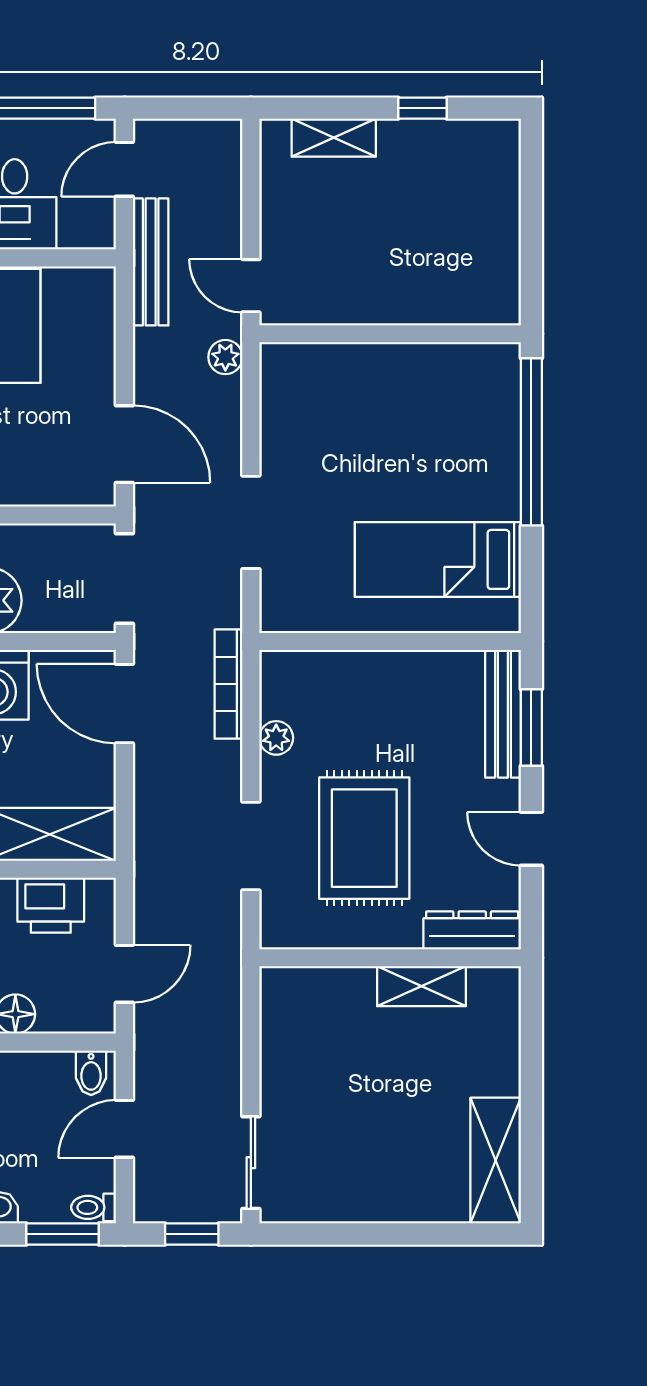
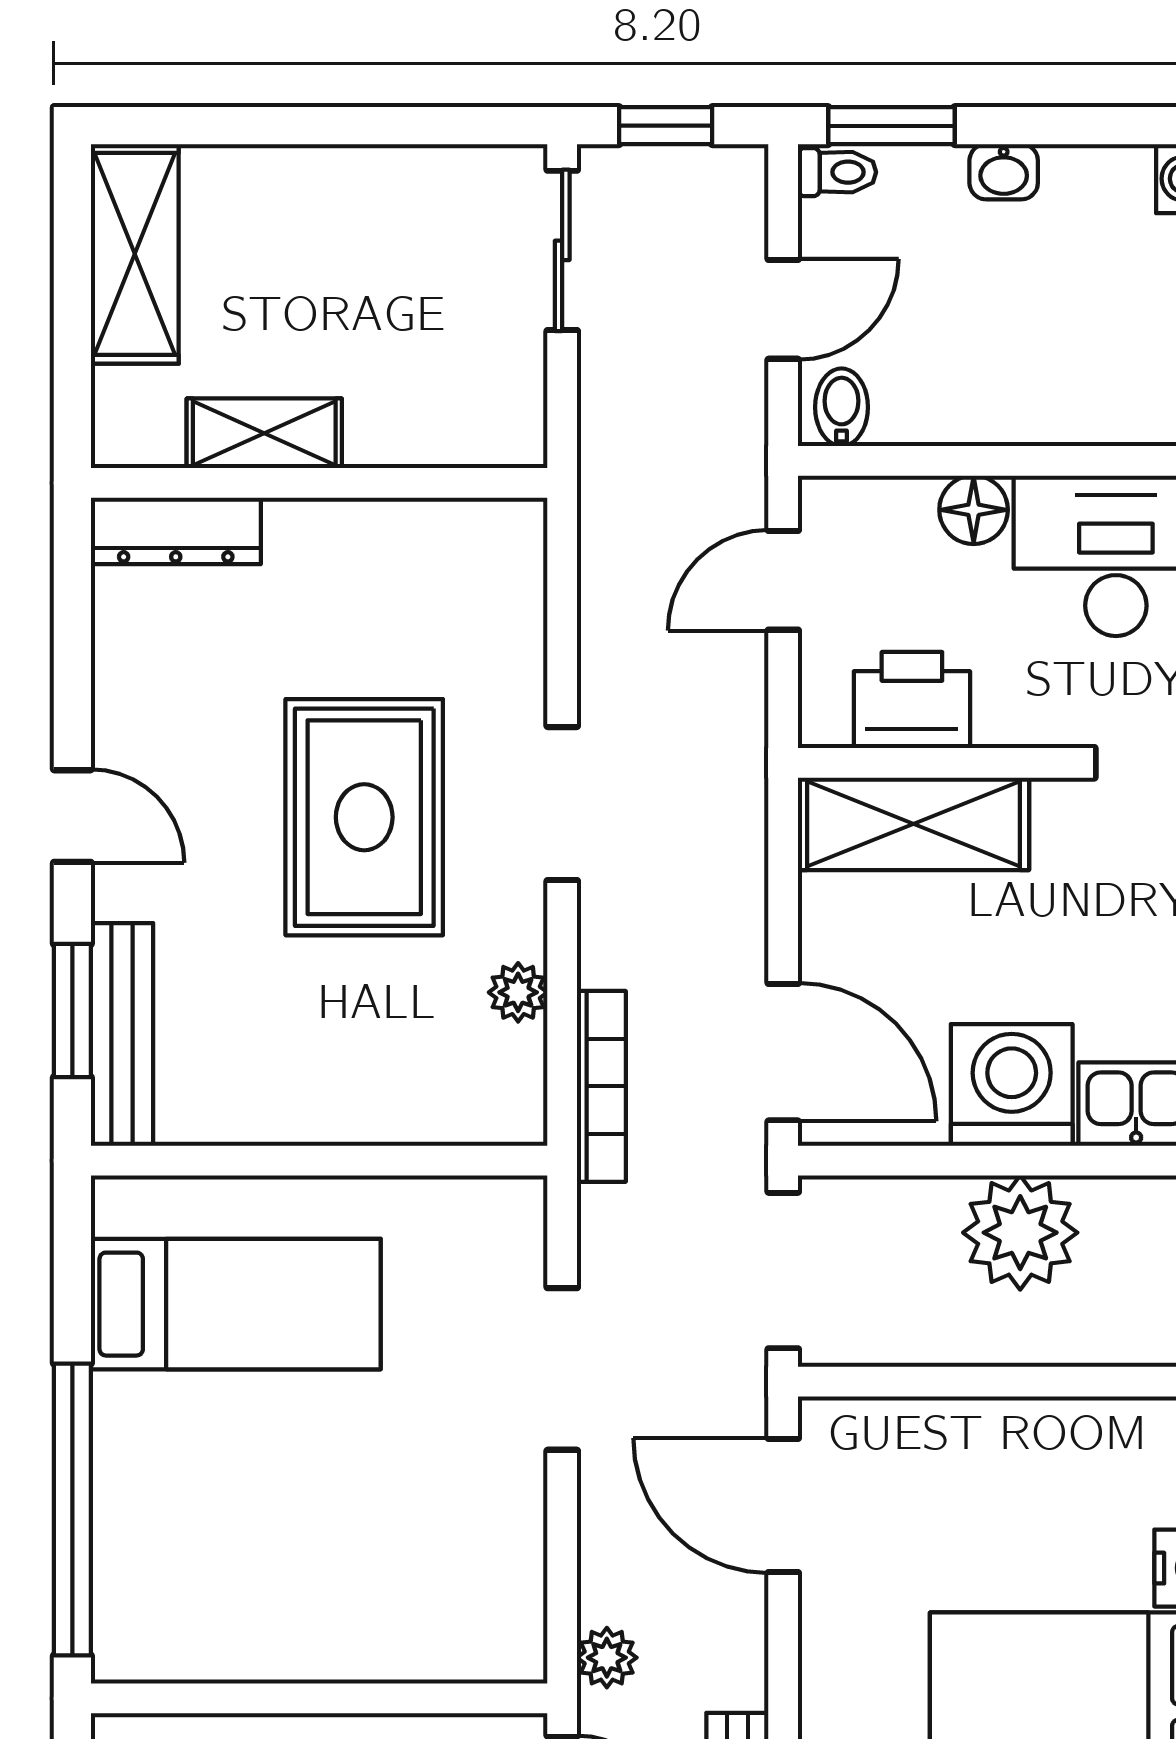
dresser: (472, 930) -> (176, 531), moved
wall: (390, 958) -> (319, 483), moved
shelving: (422, 986) -> (264, 433), moved

